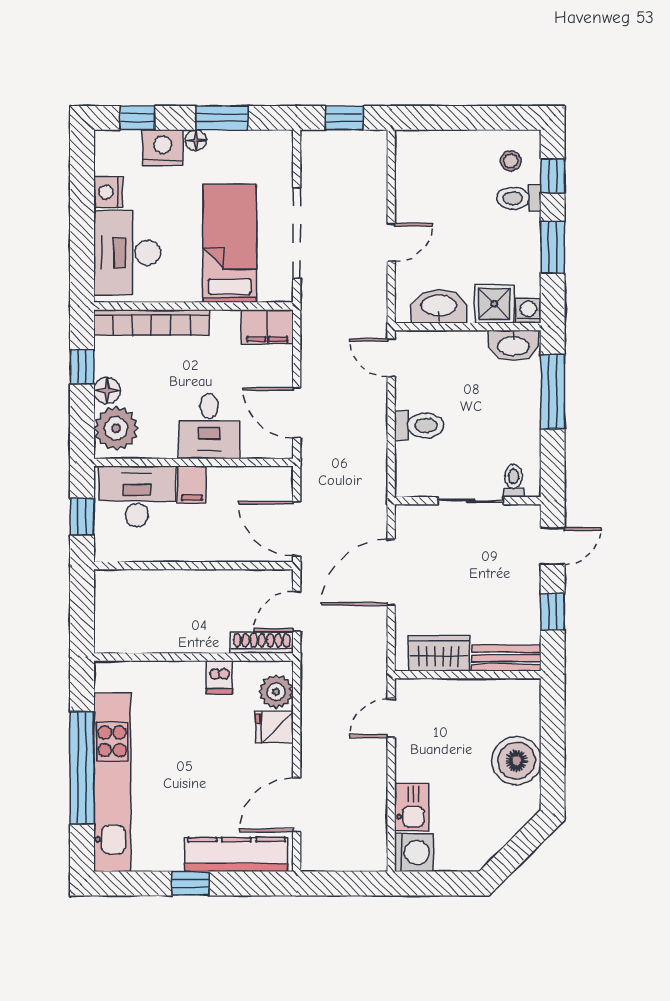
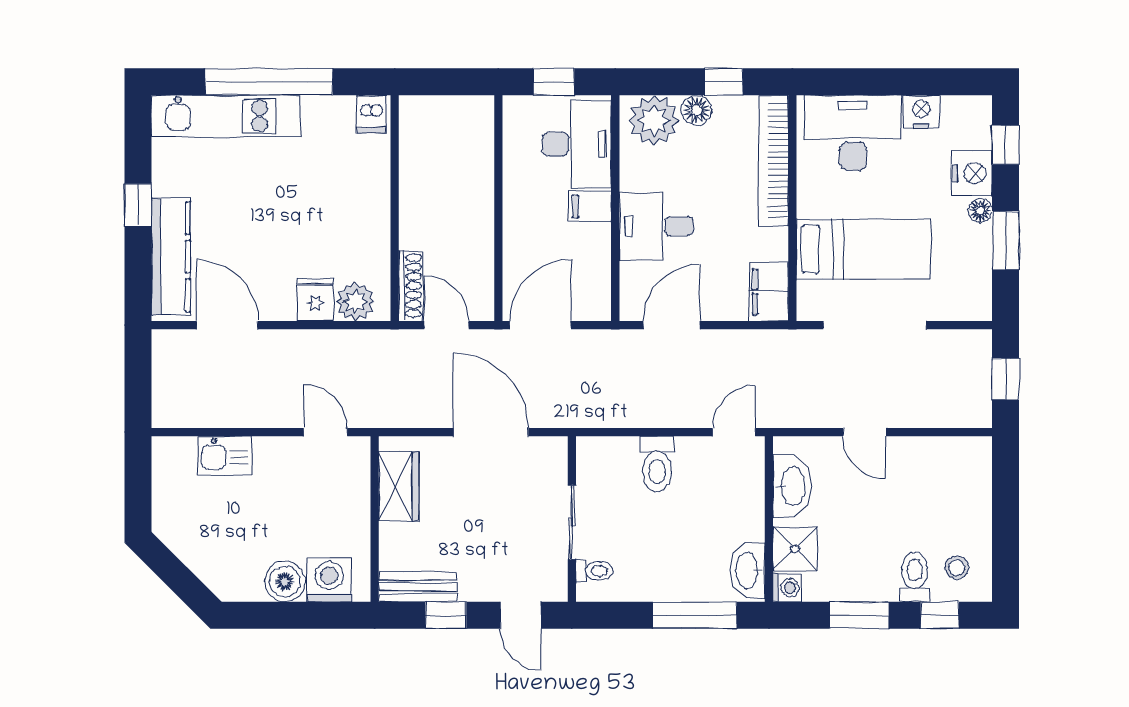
bench: (506, 658) -> (418, 587), moved, turned 90
dishwasher: (219, 677) -> (371, 114), moved, turned -90
boiler: (517, 761) -> (285, 582), width x0.73, depth x0.73
kitchen unit: (112, 782) -> (226, 116), width x0.73
washing machine: (414, 852) -> (329, 580), moved, turned 180

